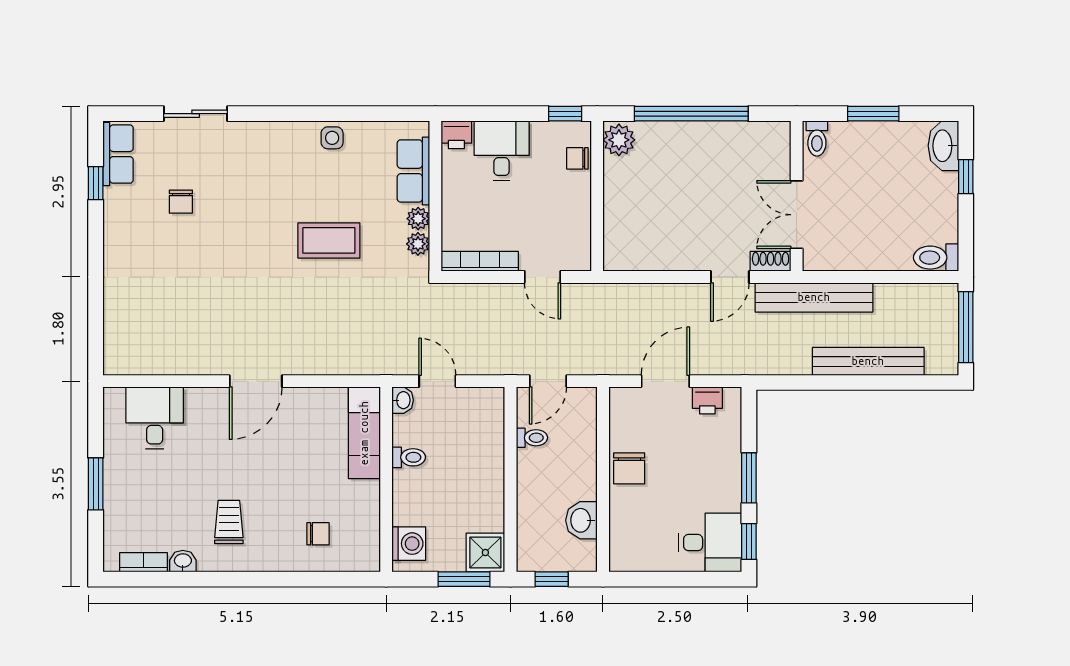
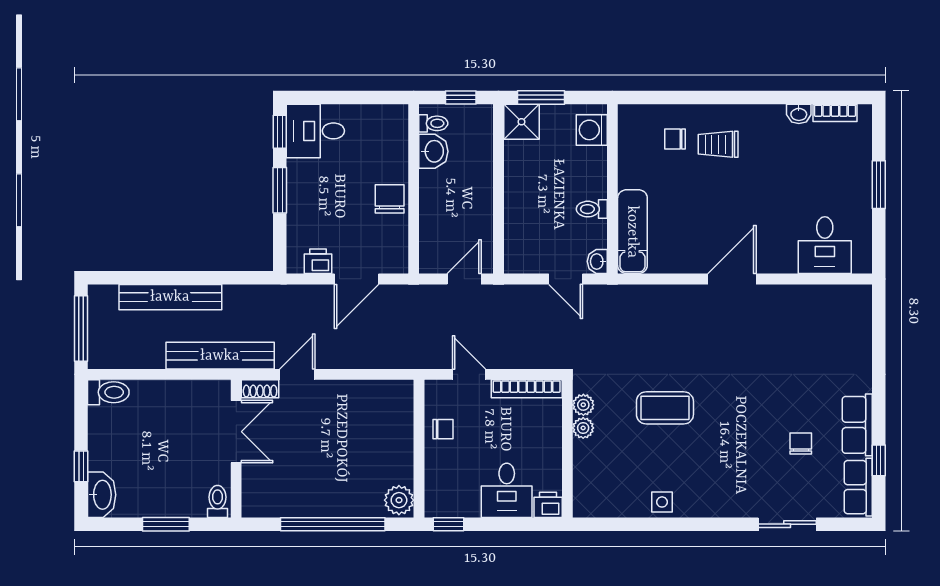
chair: (577, 158) -> (443, 429), moved
row of seats: (413, 171) -> (857, 425), moved, turned 180
toilet: (532, 438) -> (433, 123), moved, turned 180
trolley: (229, 522) -> (718, 144), moved, turned 90

